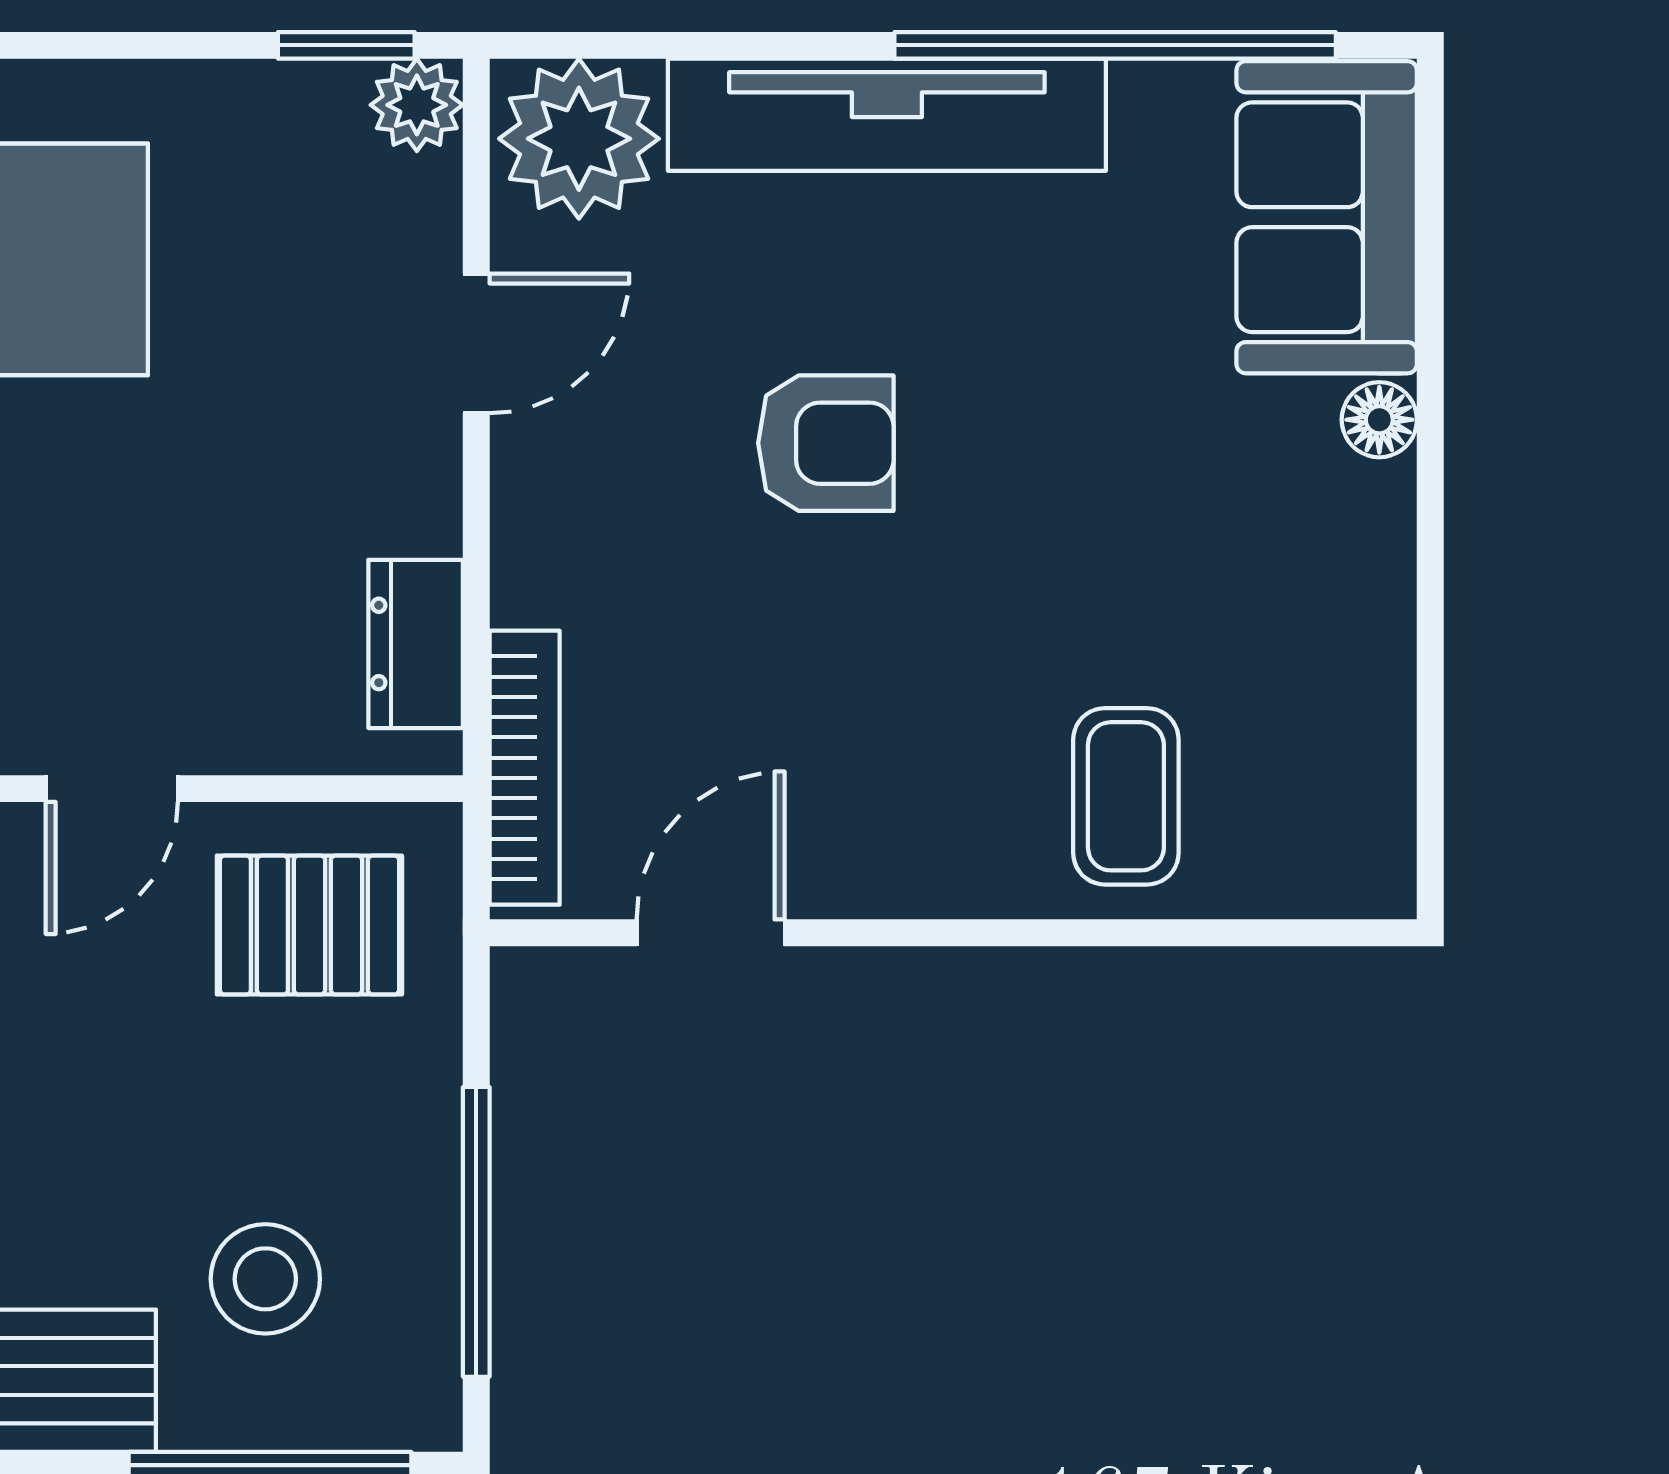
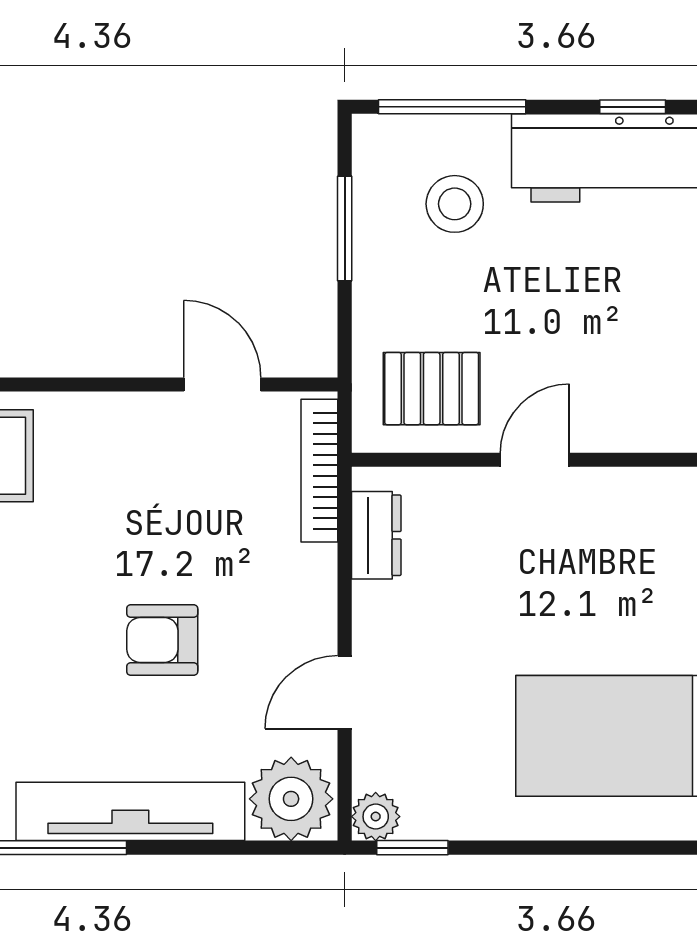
door: (711, 933) -> (222, 385), swing flipped
window: (476, 1232) -> (345, 228), width x0.69

